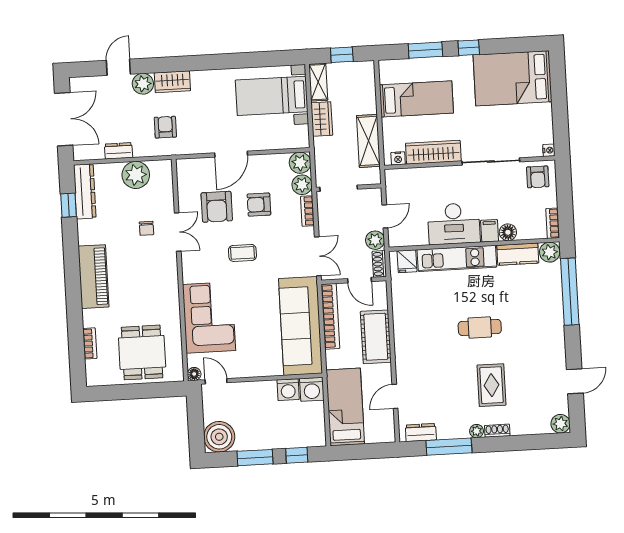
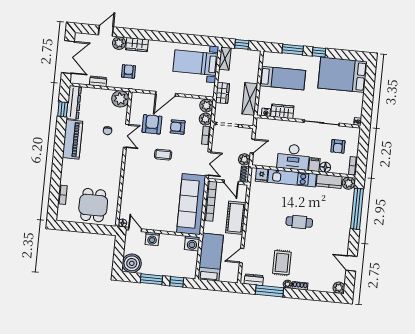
wardrobe: (322, 119) -> (222, 93), moved
wardrobe: (433, 152) -> (282, 111), width x0.67
plant: (136, 175) -> (120, 99), moved
armchair: (538, 177) -> (338, 146), moved
armchair: (217, 207) -> (152, 124), turned 180
piano: (93, 277) -> (73, 139), moved
corner sofa: (209, 317) -> (137, 190), removed
door: (575, 381) -> (352, 263), swing flipped
rug: (491, 385) -> (282, 263), moved
washing machine: (288, 390) -> (152, 239), moved

